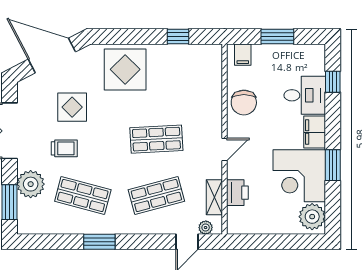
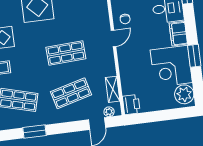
chair: (244, 103) -> (125, 19), width x0.54, depth x0.54
door: (224, 150) -> (113, 38), moved
printer: (237, 193) -> (131, 105), moved

